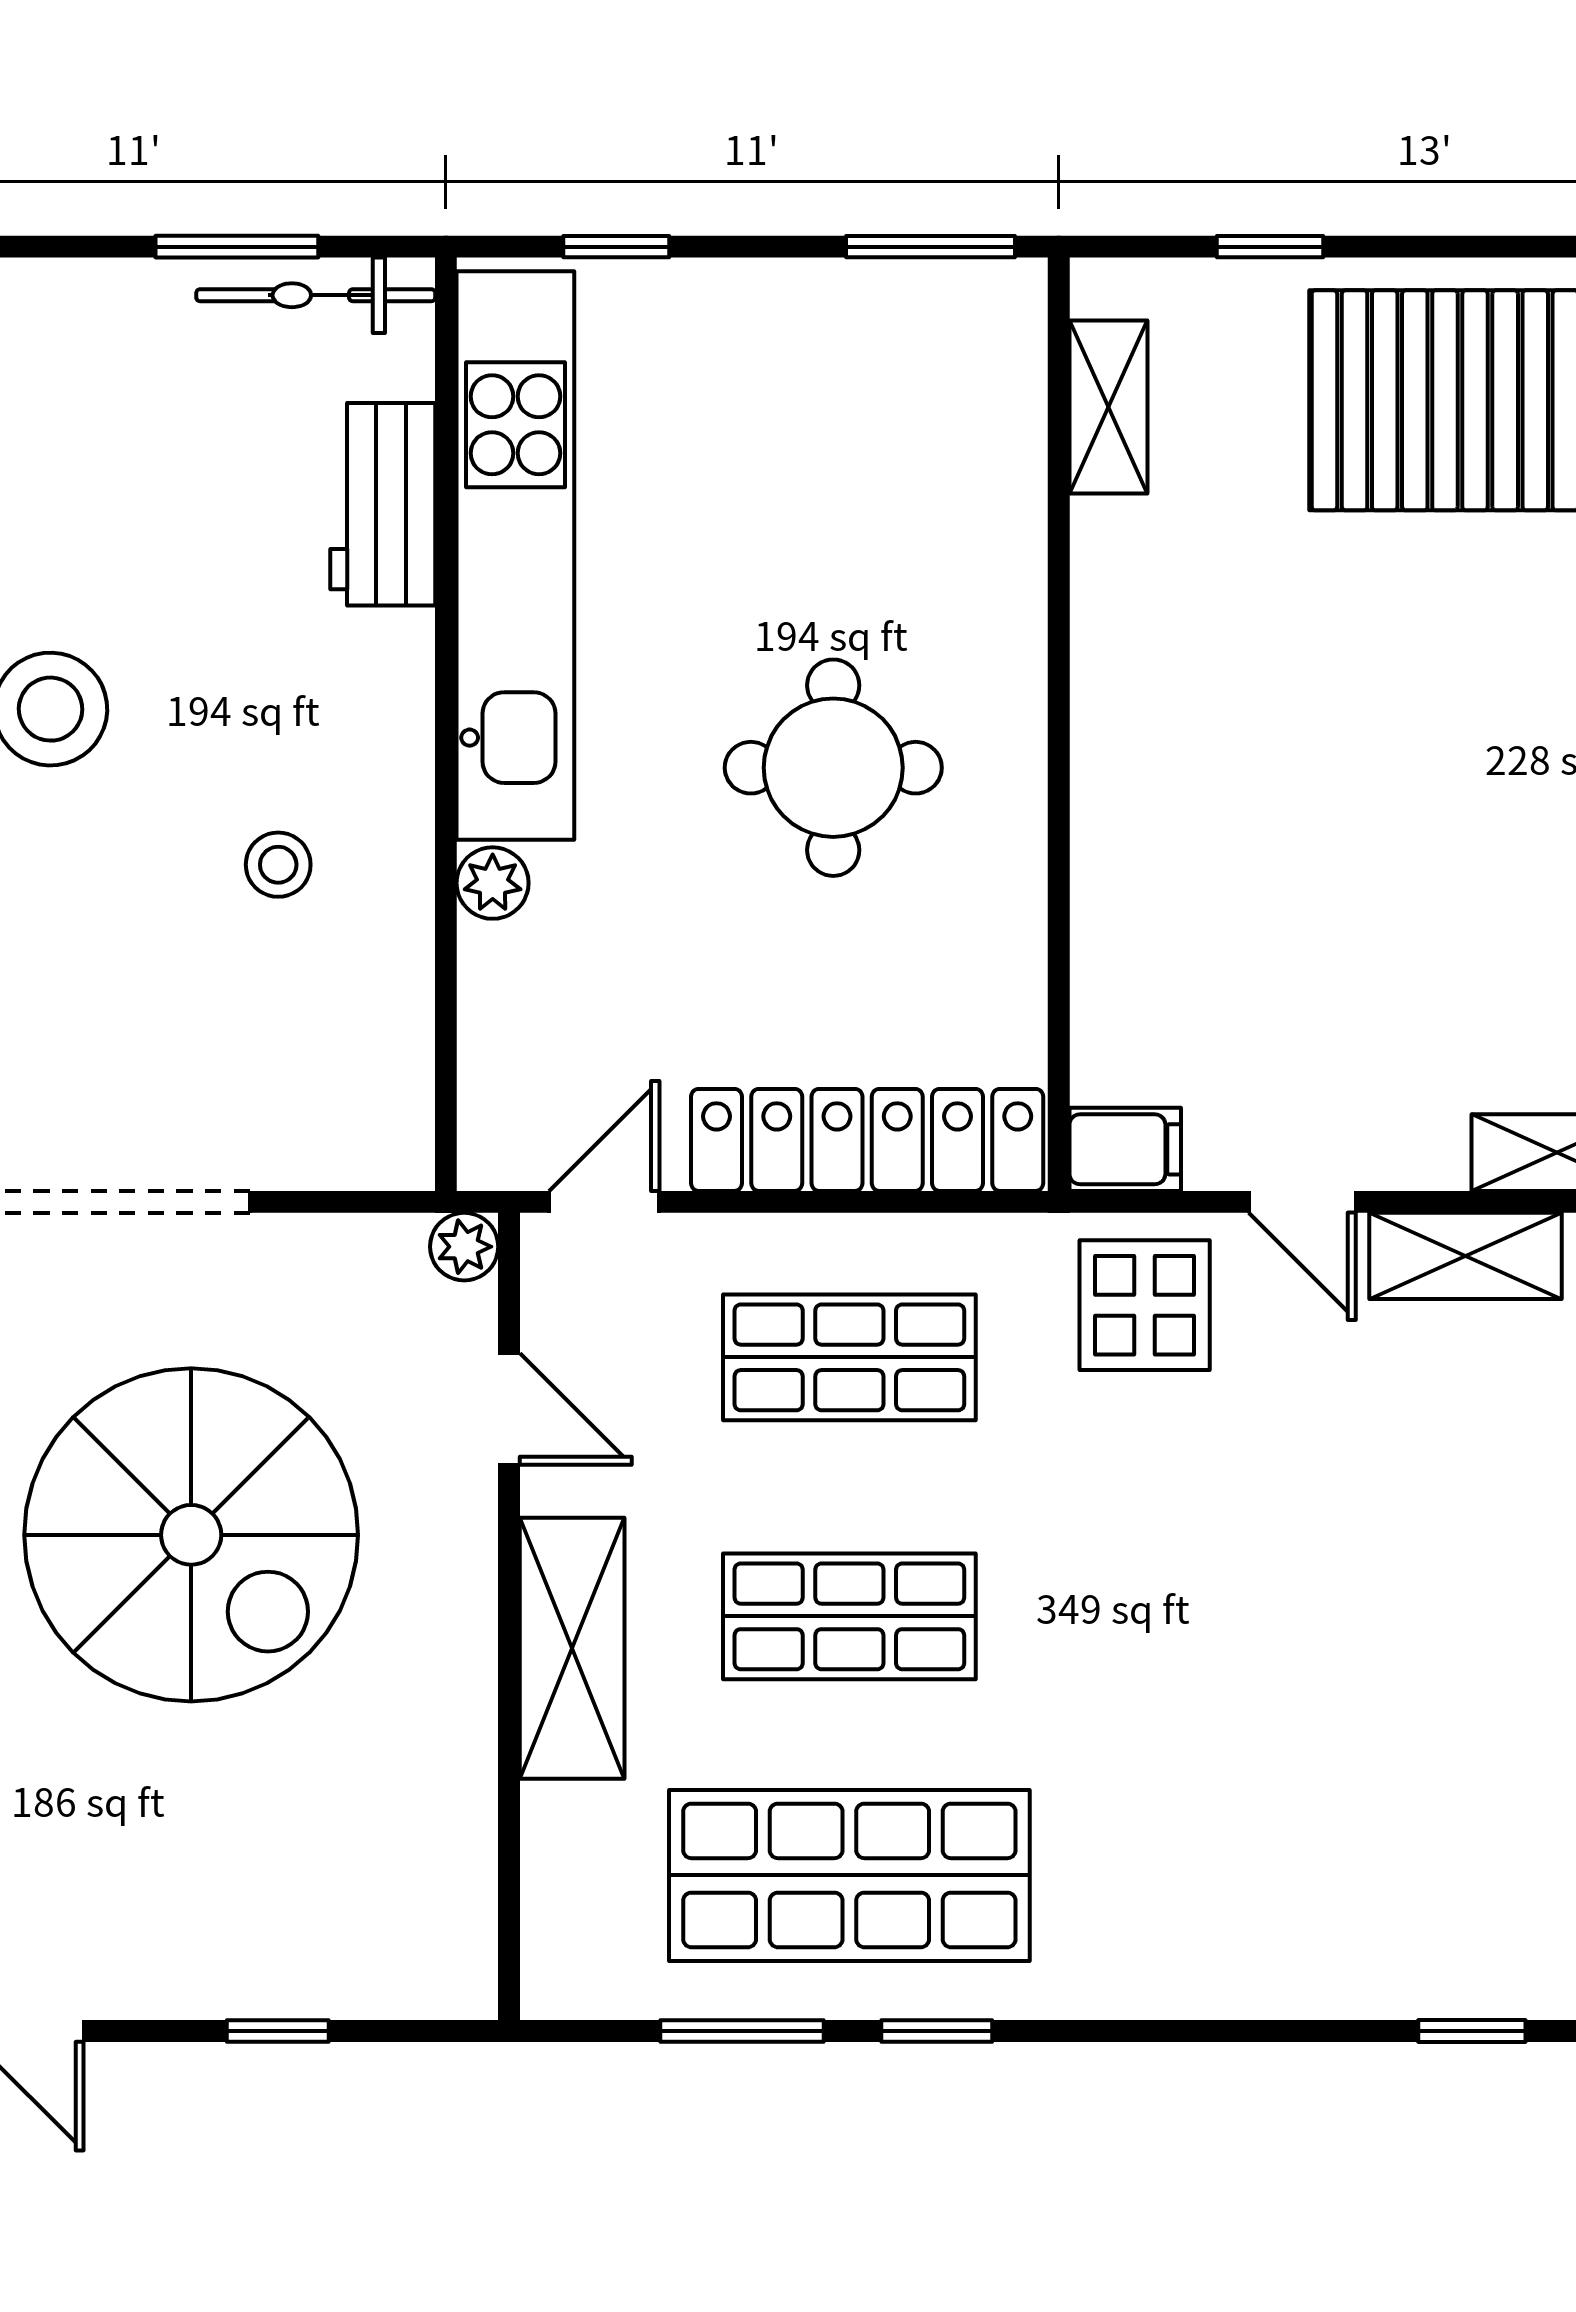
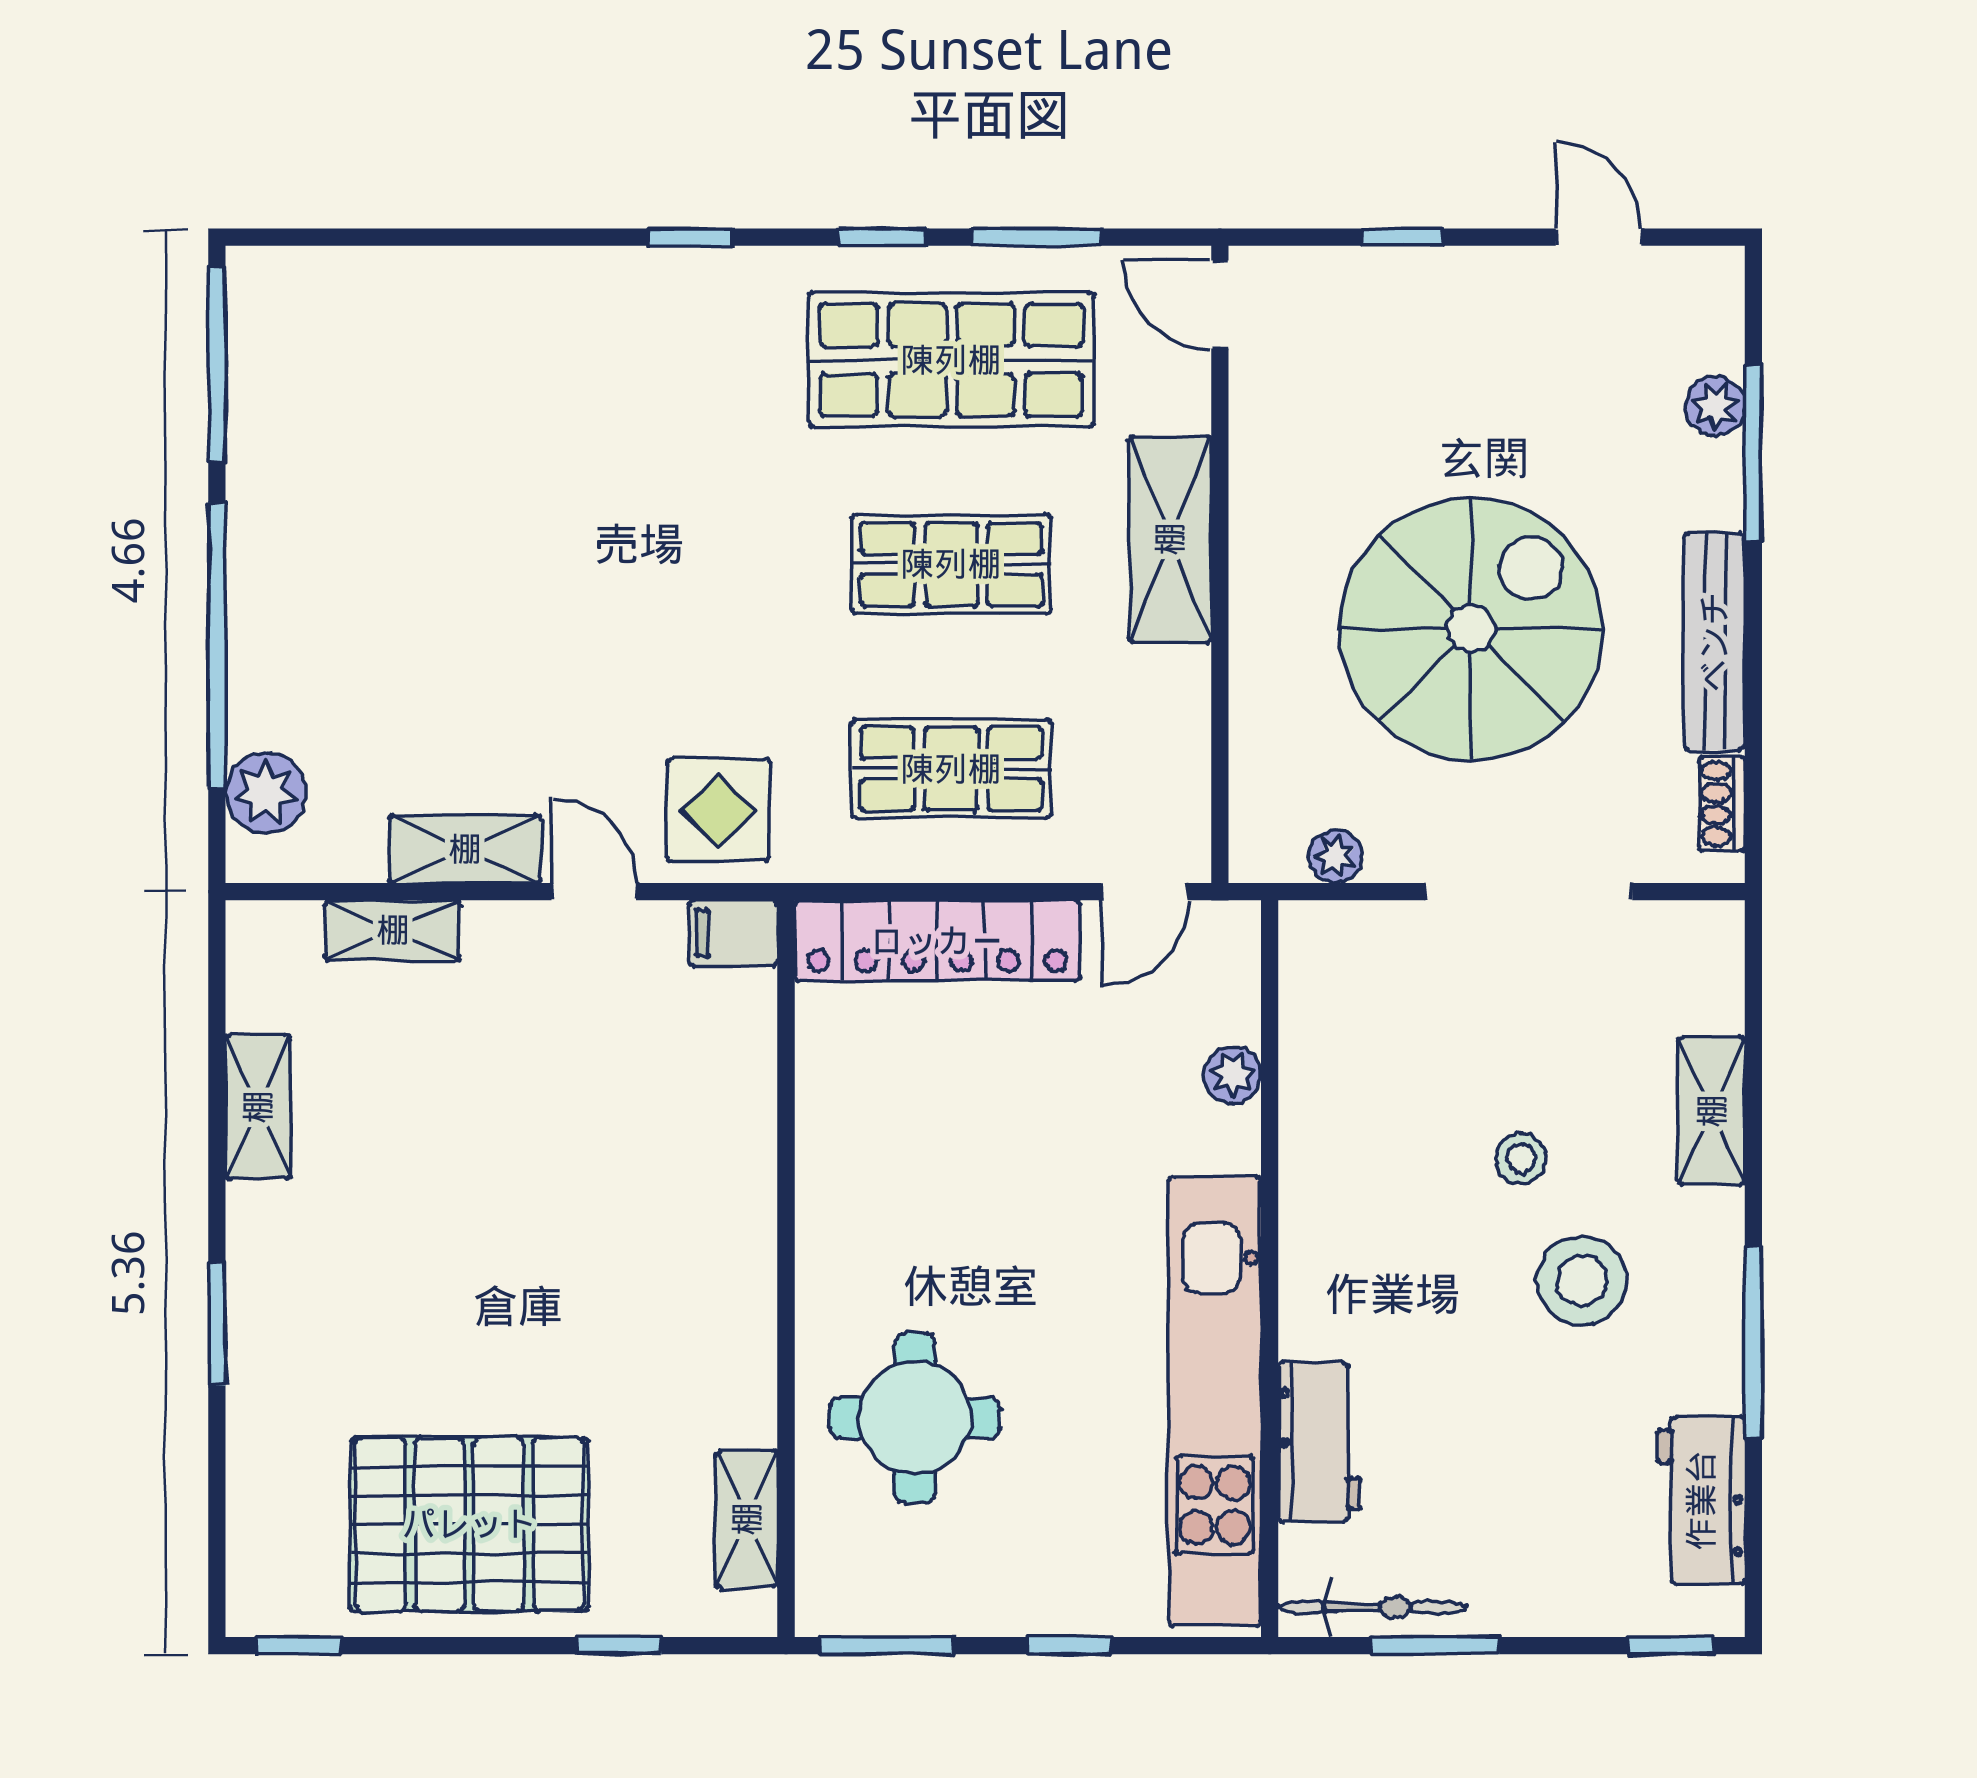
window: (616, 247) -> (1069, 1646), moved
round table: (833, 768) -> (915, 1418), moved
stool: (278, 865) -> (1521, 1159), moved
plant: (493, 883) -> (1233, 1075), moved
plant: (464, 1247) -> (1335, 856), moved
door: (509, 1409) -> (1220, 305), moved
spiral stairs: (191, 1535) -> (1471, 629), turned 90
window: (1472, 2031) -> (690, 237), moved

